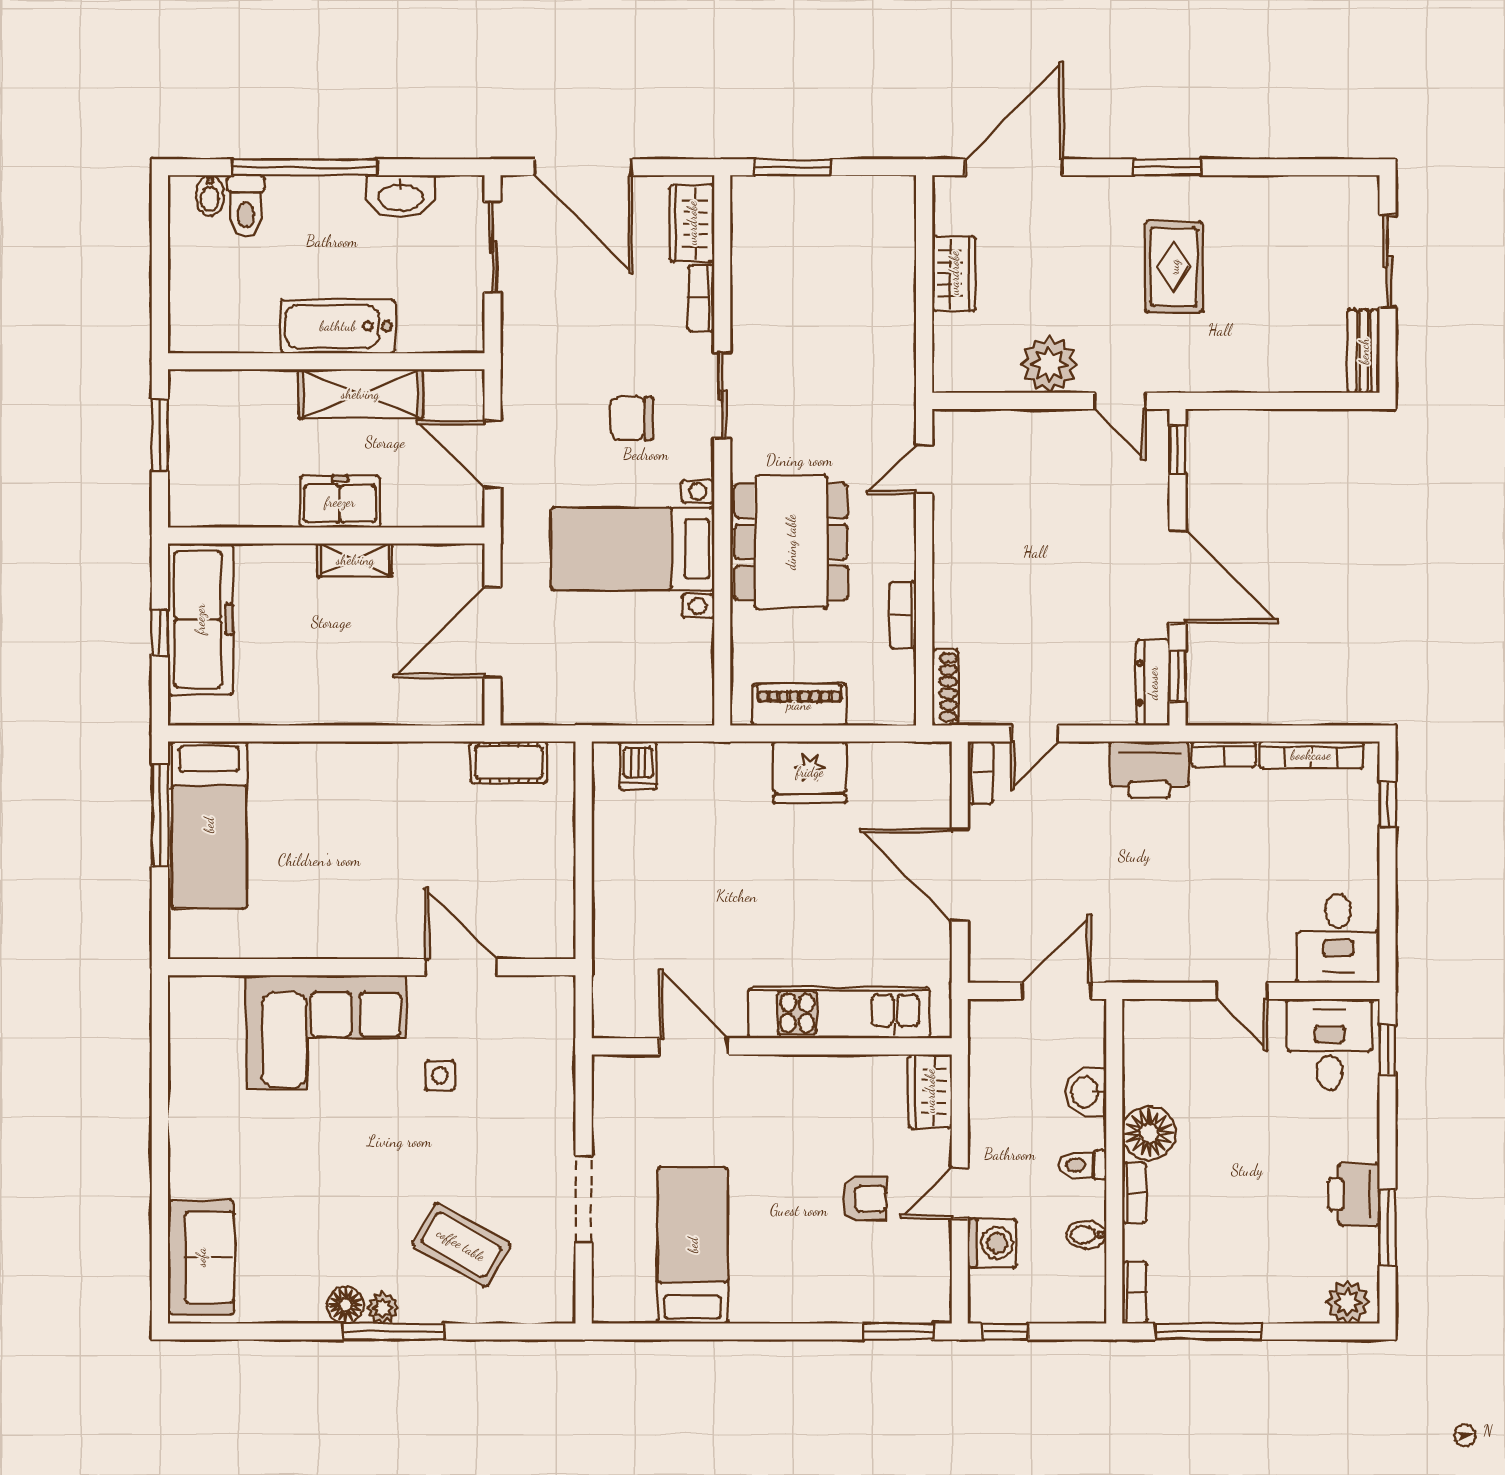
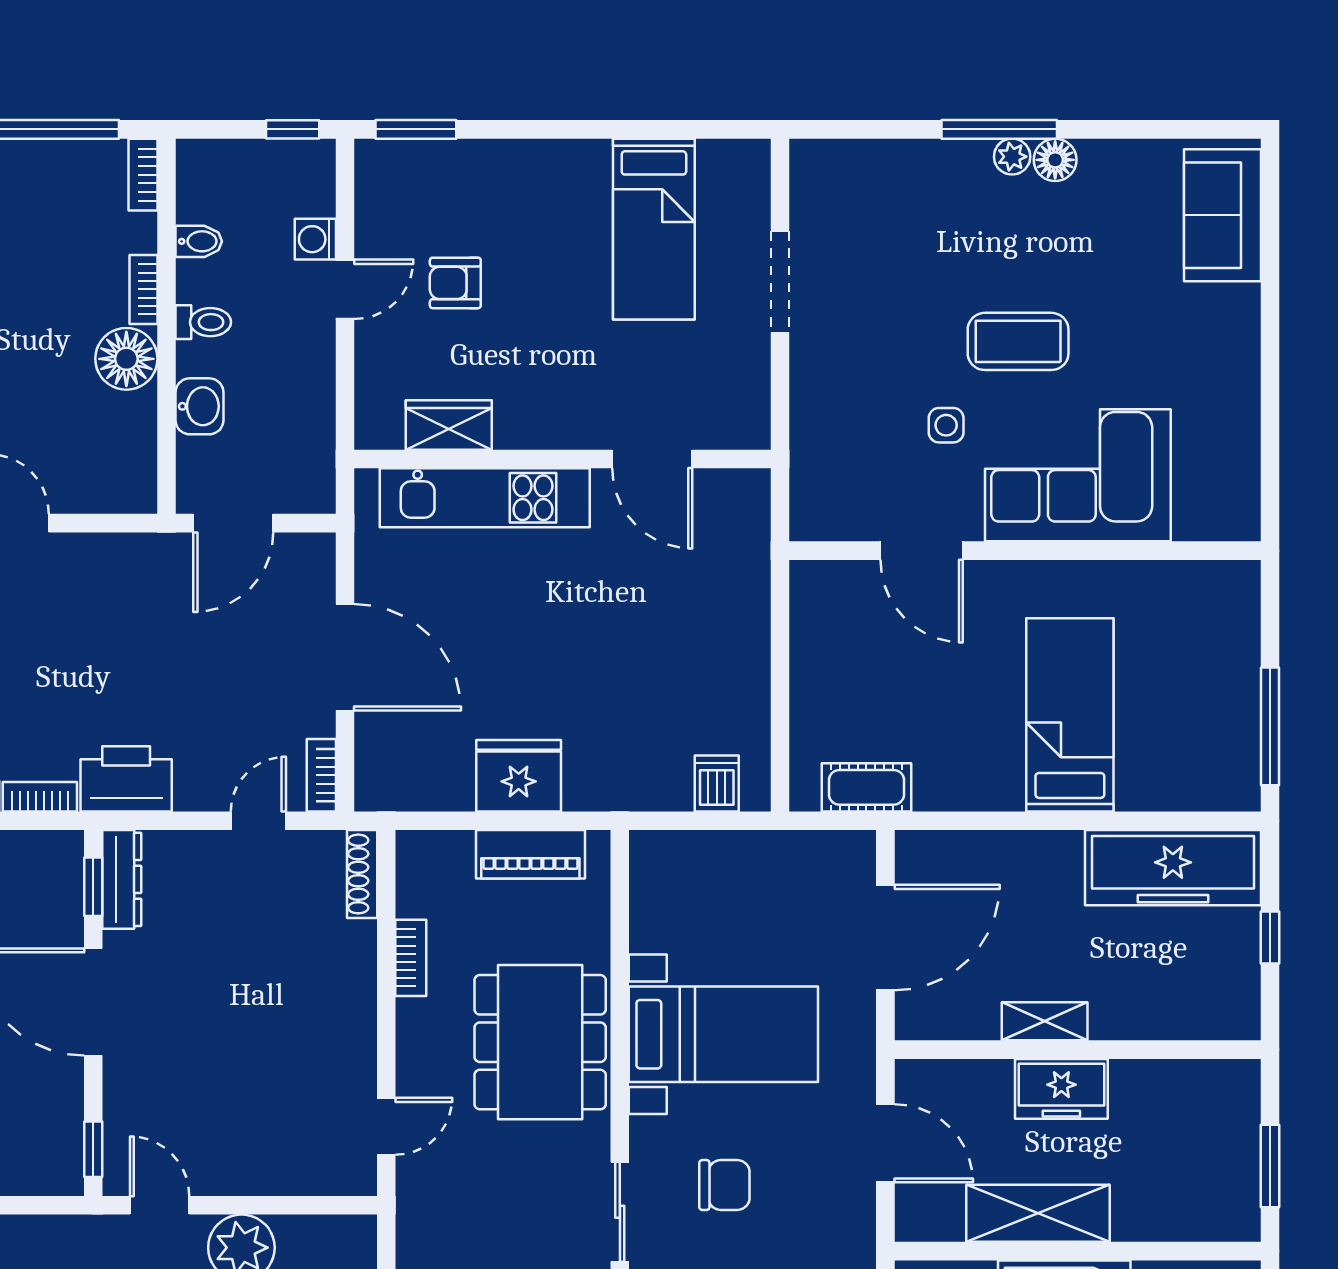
freezer: (200, 619) -> (1173, 868), moved, turned -90
bed: (209, 825) -> (1070, 715), moved
wardrobe: (930, 1091) -> (449, 425), moved, turned -90
washing machine: (992, 1243) -> (315, 239), width x0.73, depth x0.73
coffee table: (461, 1245) -> (1018, 341), moved, turned -30

